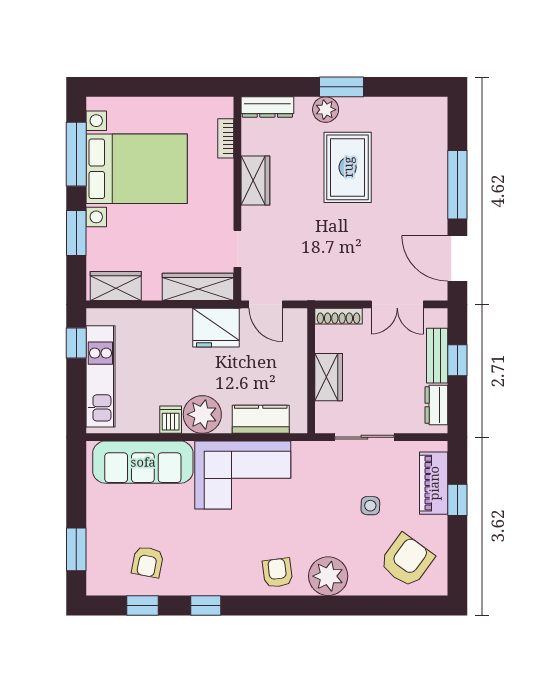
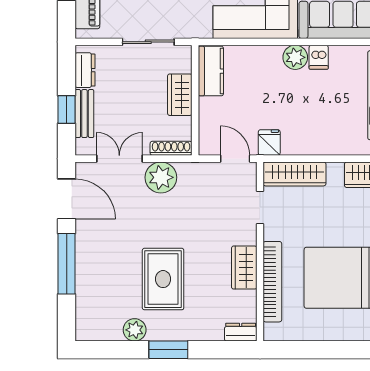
dresser: (267, 107) -> (241, 332), width x0.70
plant: (326, 110) -> (135, 330), moved
bookcase: (226, 138) -> (272, 282), width x2.31, depth x1.31
plant: (350, 283) -> (161, 177), added
fridge: (216, 328) -> (269, 142), width x0.53, depth x0.75
plant: (202, 414) -> (295, 57), width x0.73, depth x0.73
kitchen counter: (261, 419) -> (211, 71), moved, turned -90

